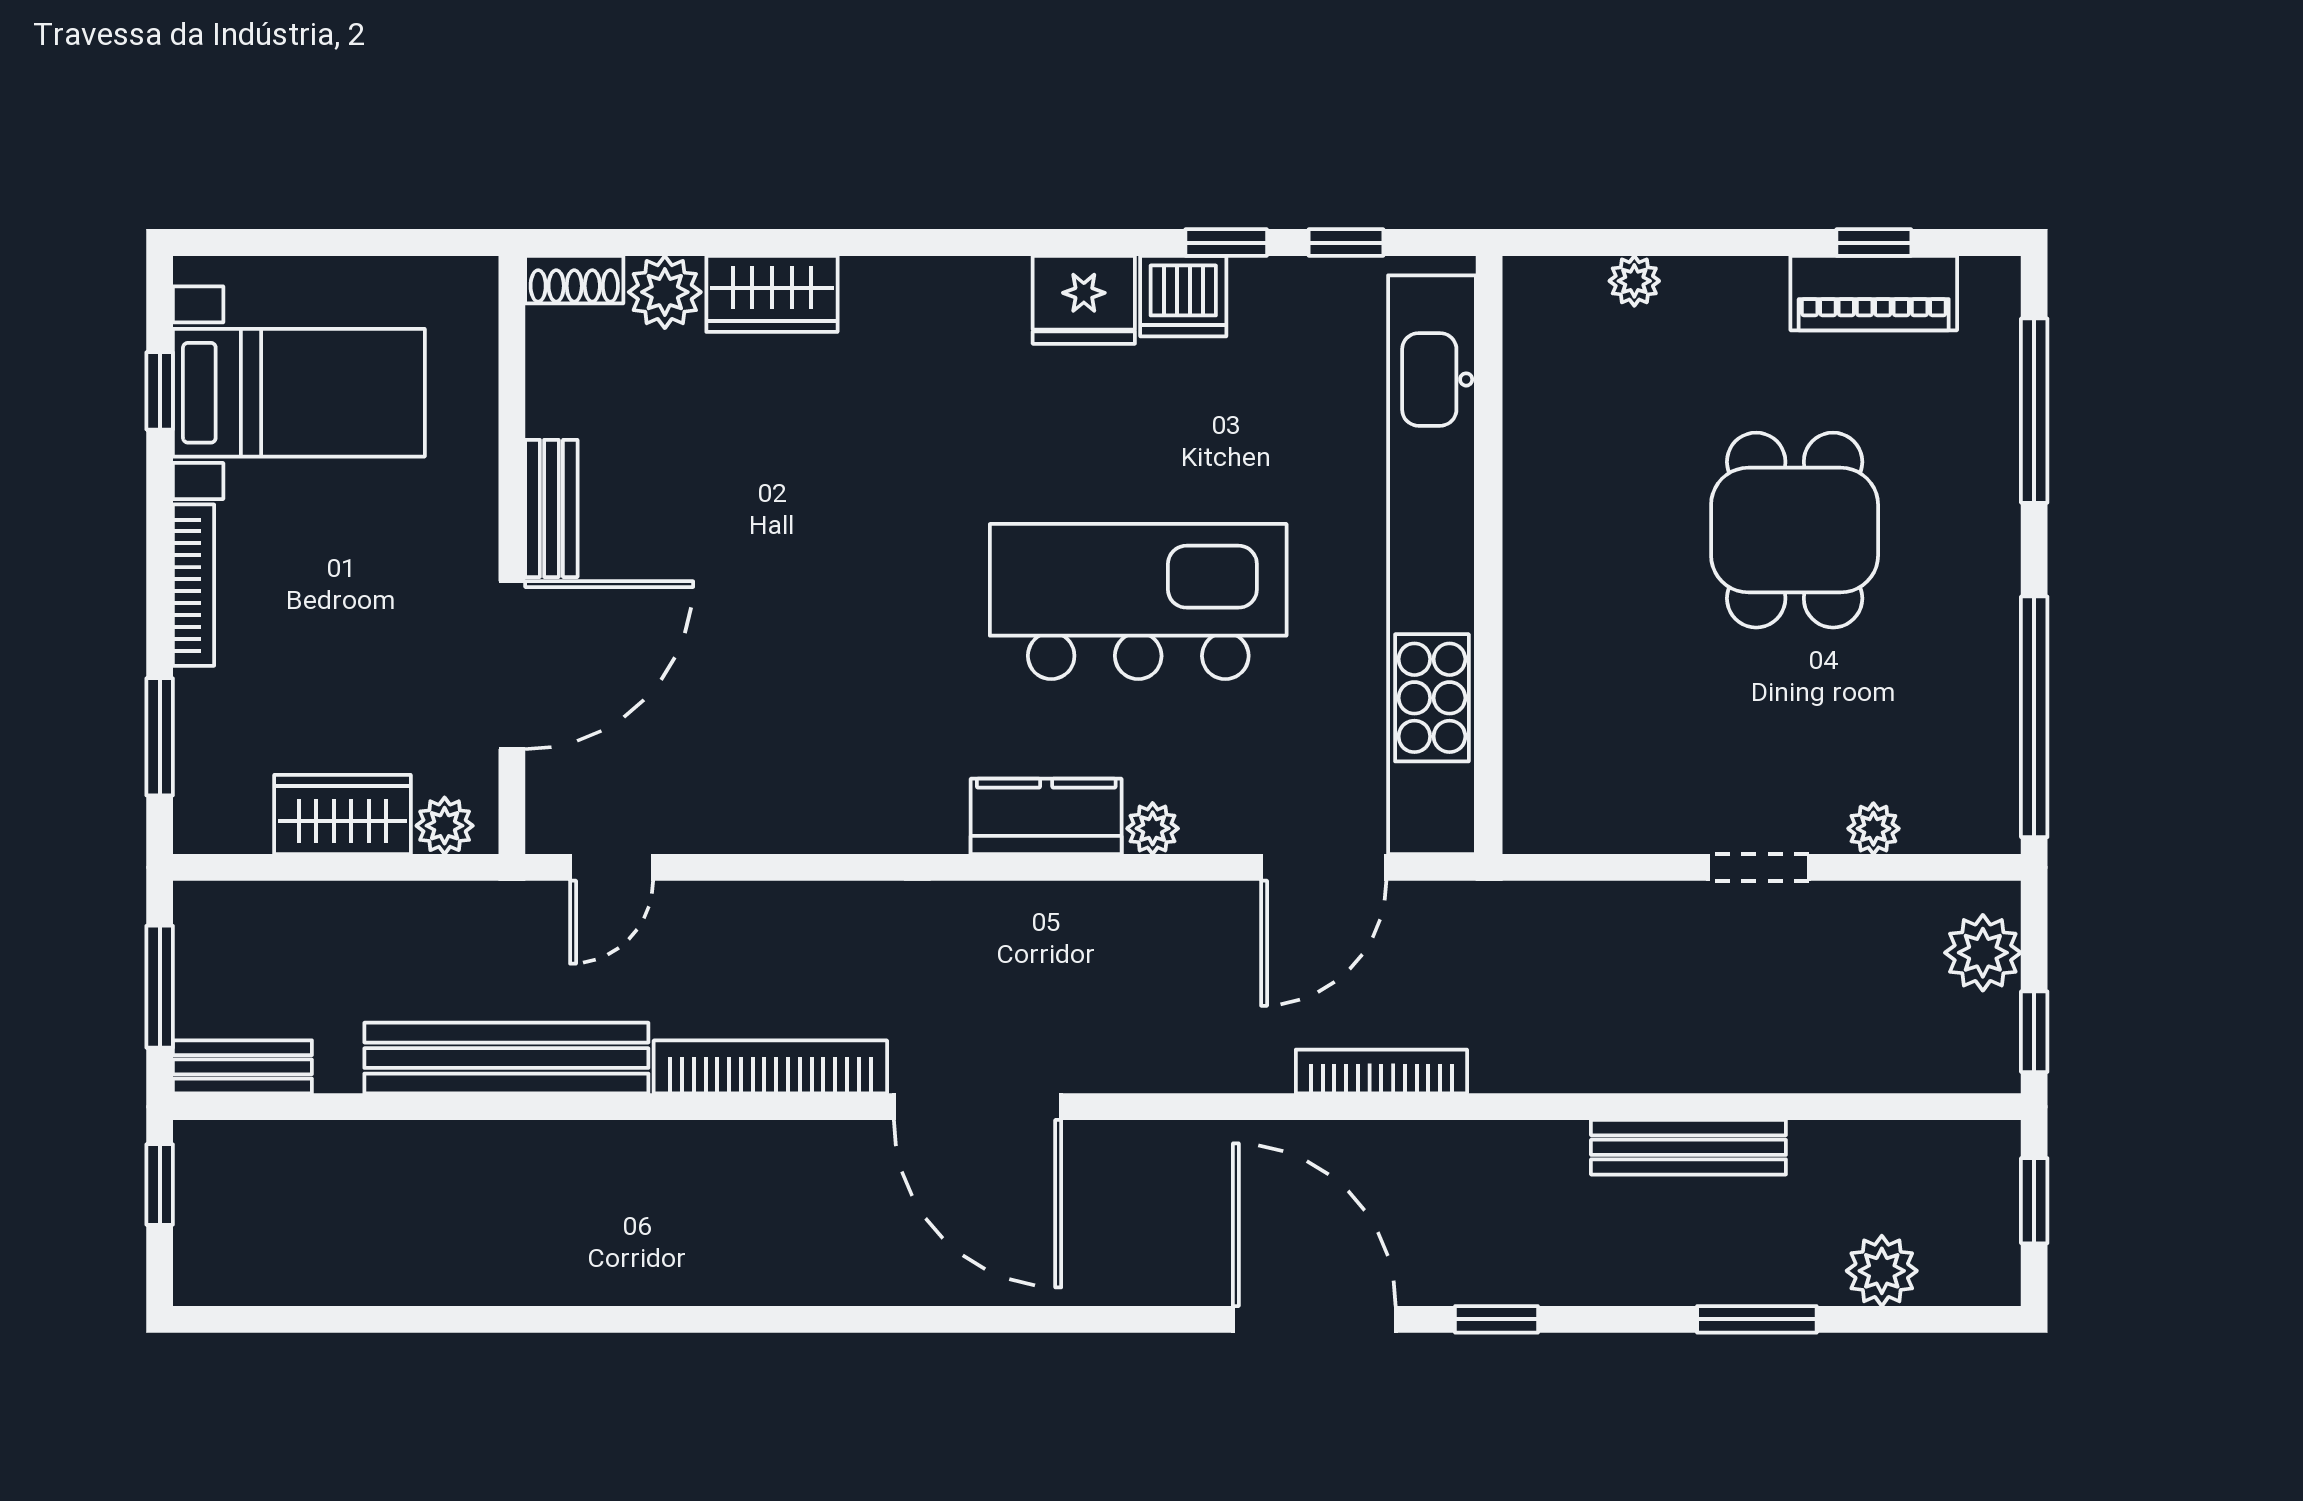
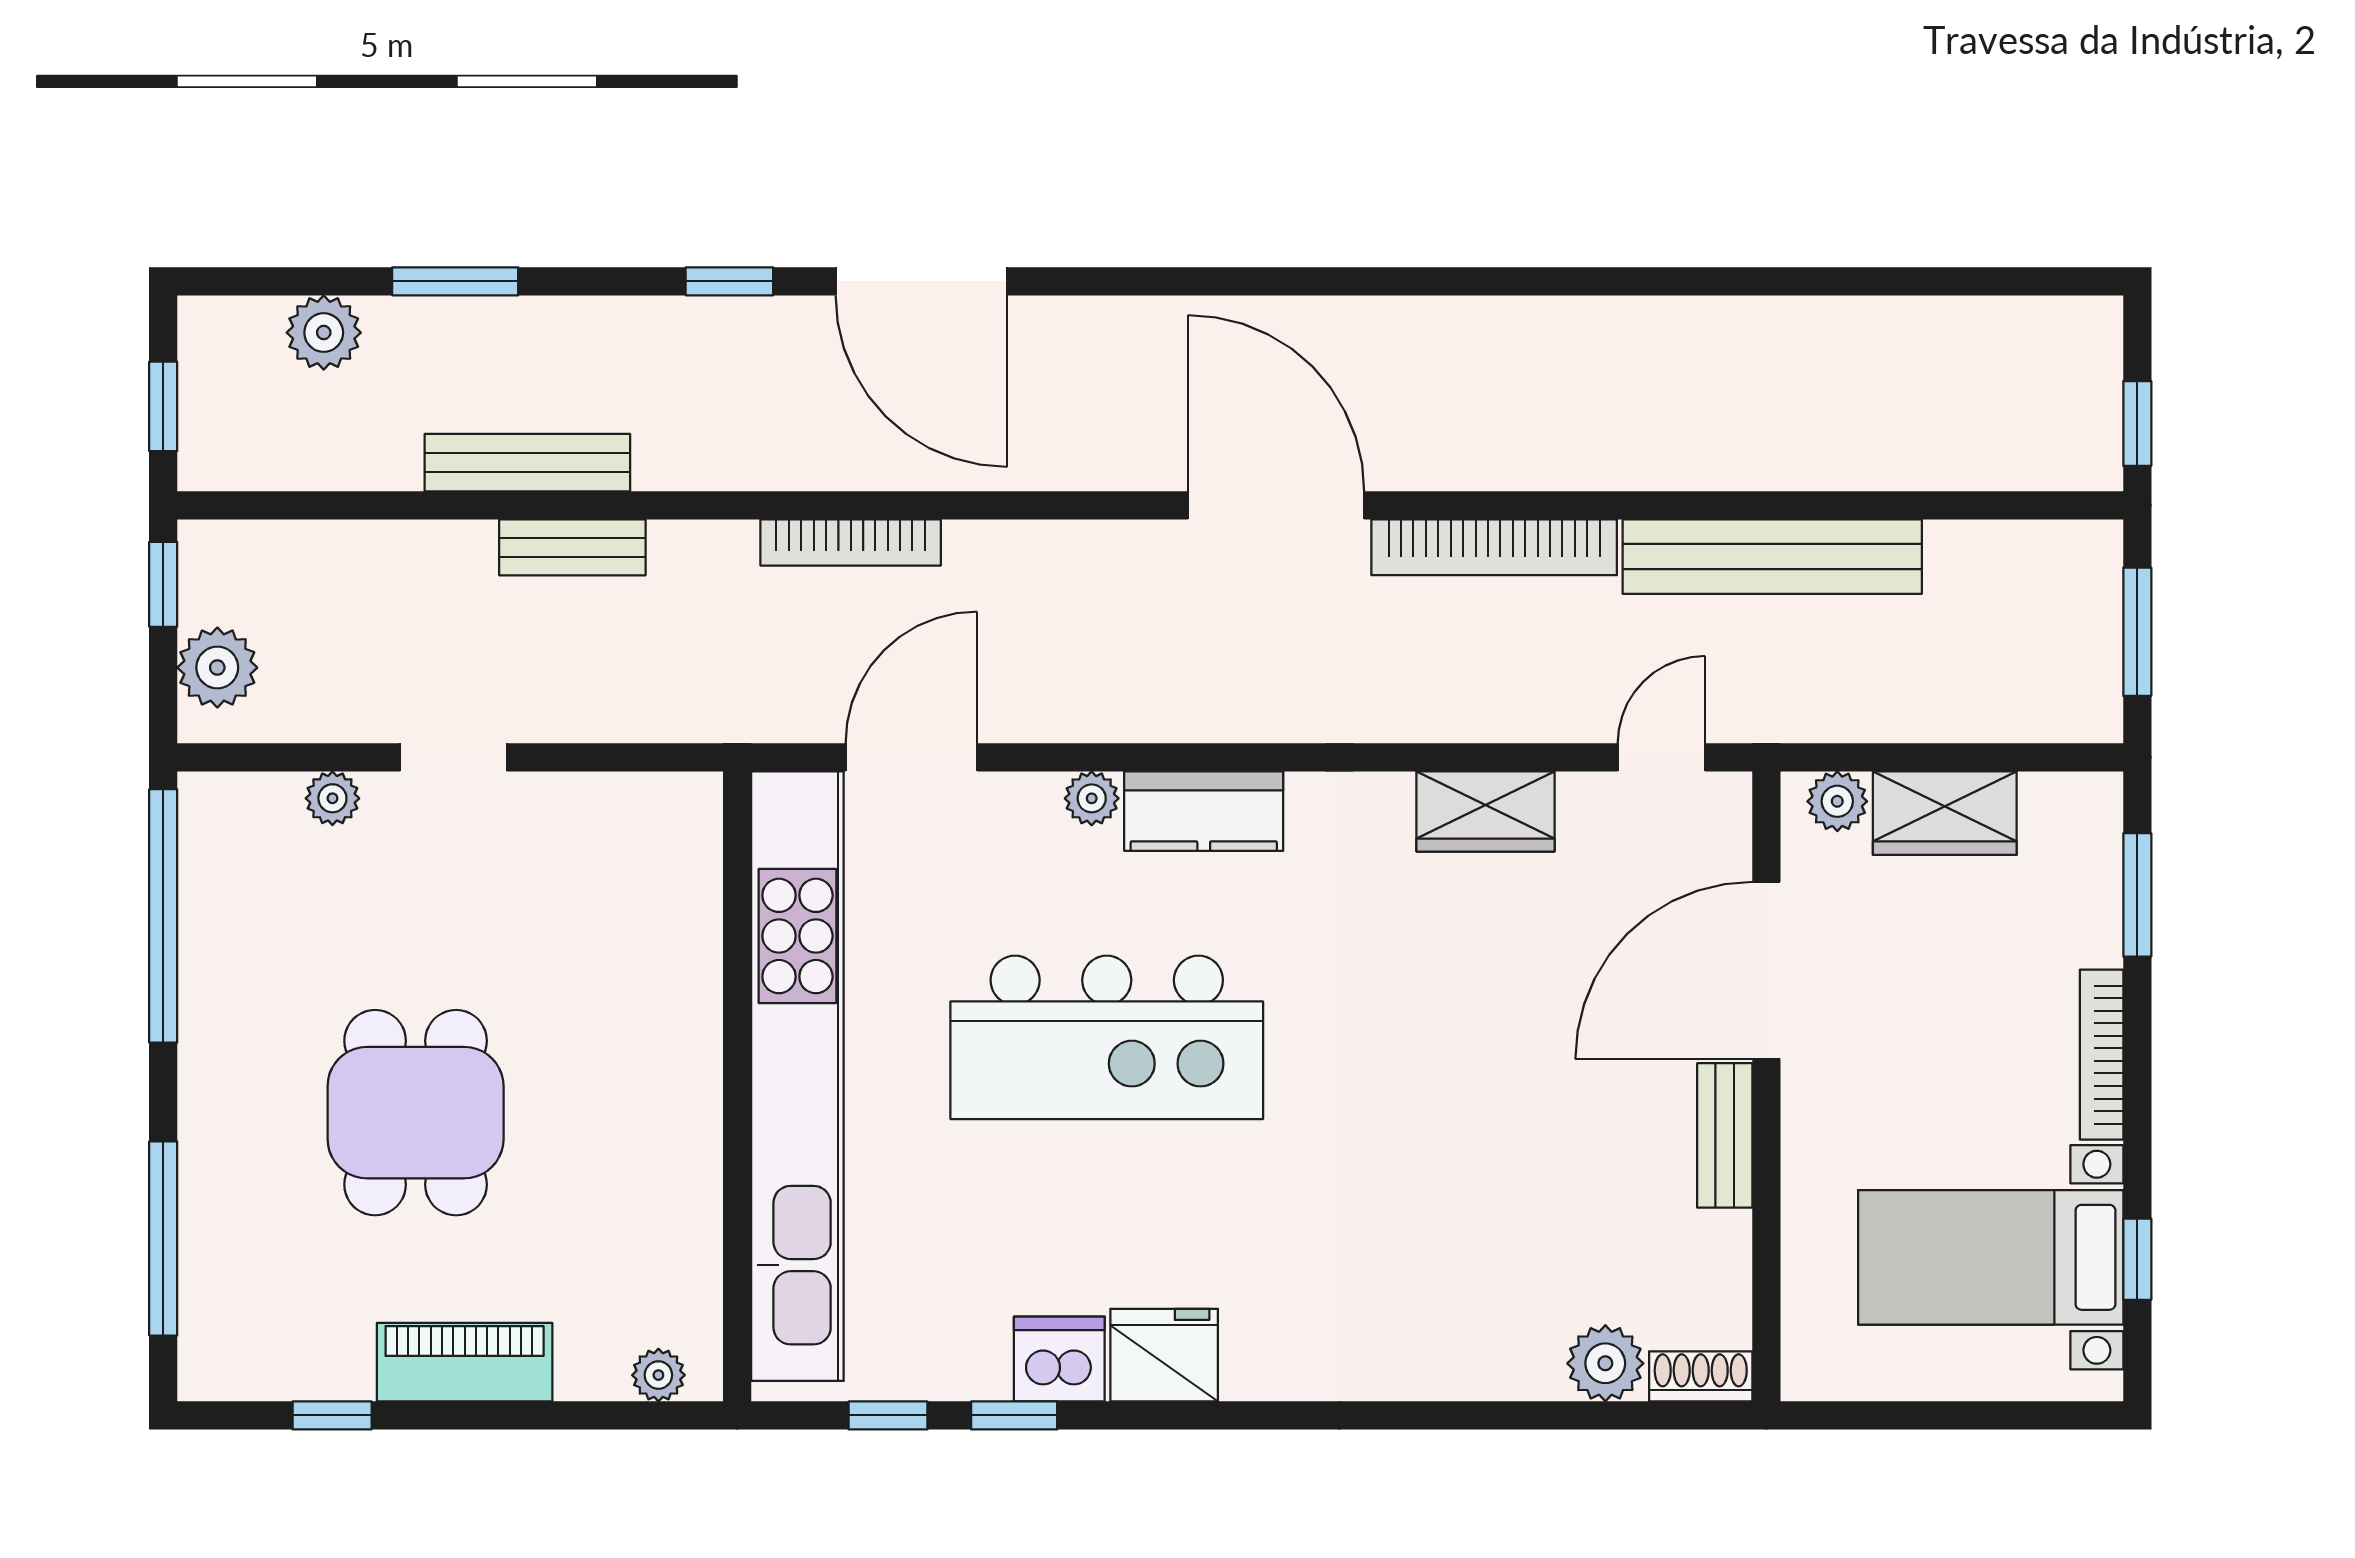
plant: (1634, 281) -> (658, 1375), moved
piano: (1874, 293) -> (465, 1362), moved
wardrobe: (772, 294) -> (1486, 811), moved, turned 180
bench: (242, 1067) -> (572, 547), moved

